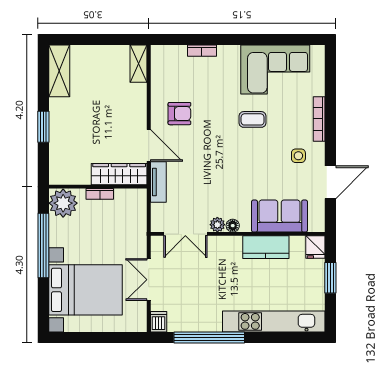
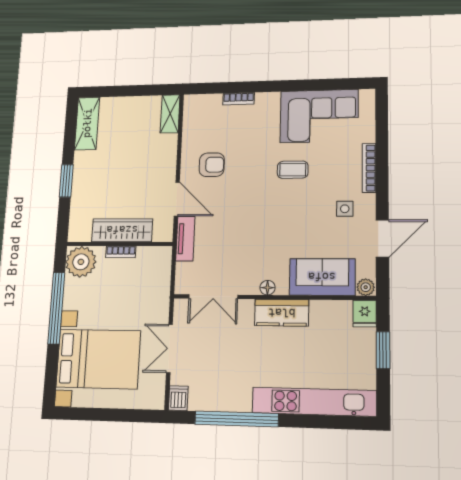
wardrobe: (119, 174) -> (122, 230), moved
plant: (217, 225) -> (366, 287), moved
kitchen counter: (266, 247) -> (282, 313), moved

